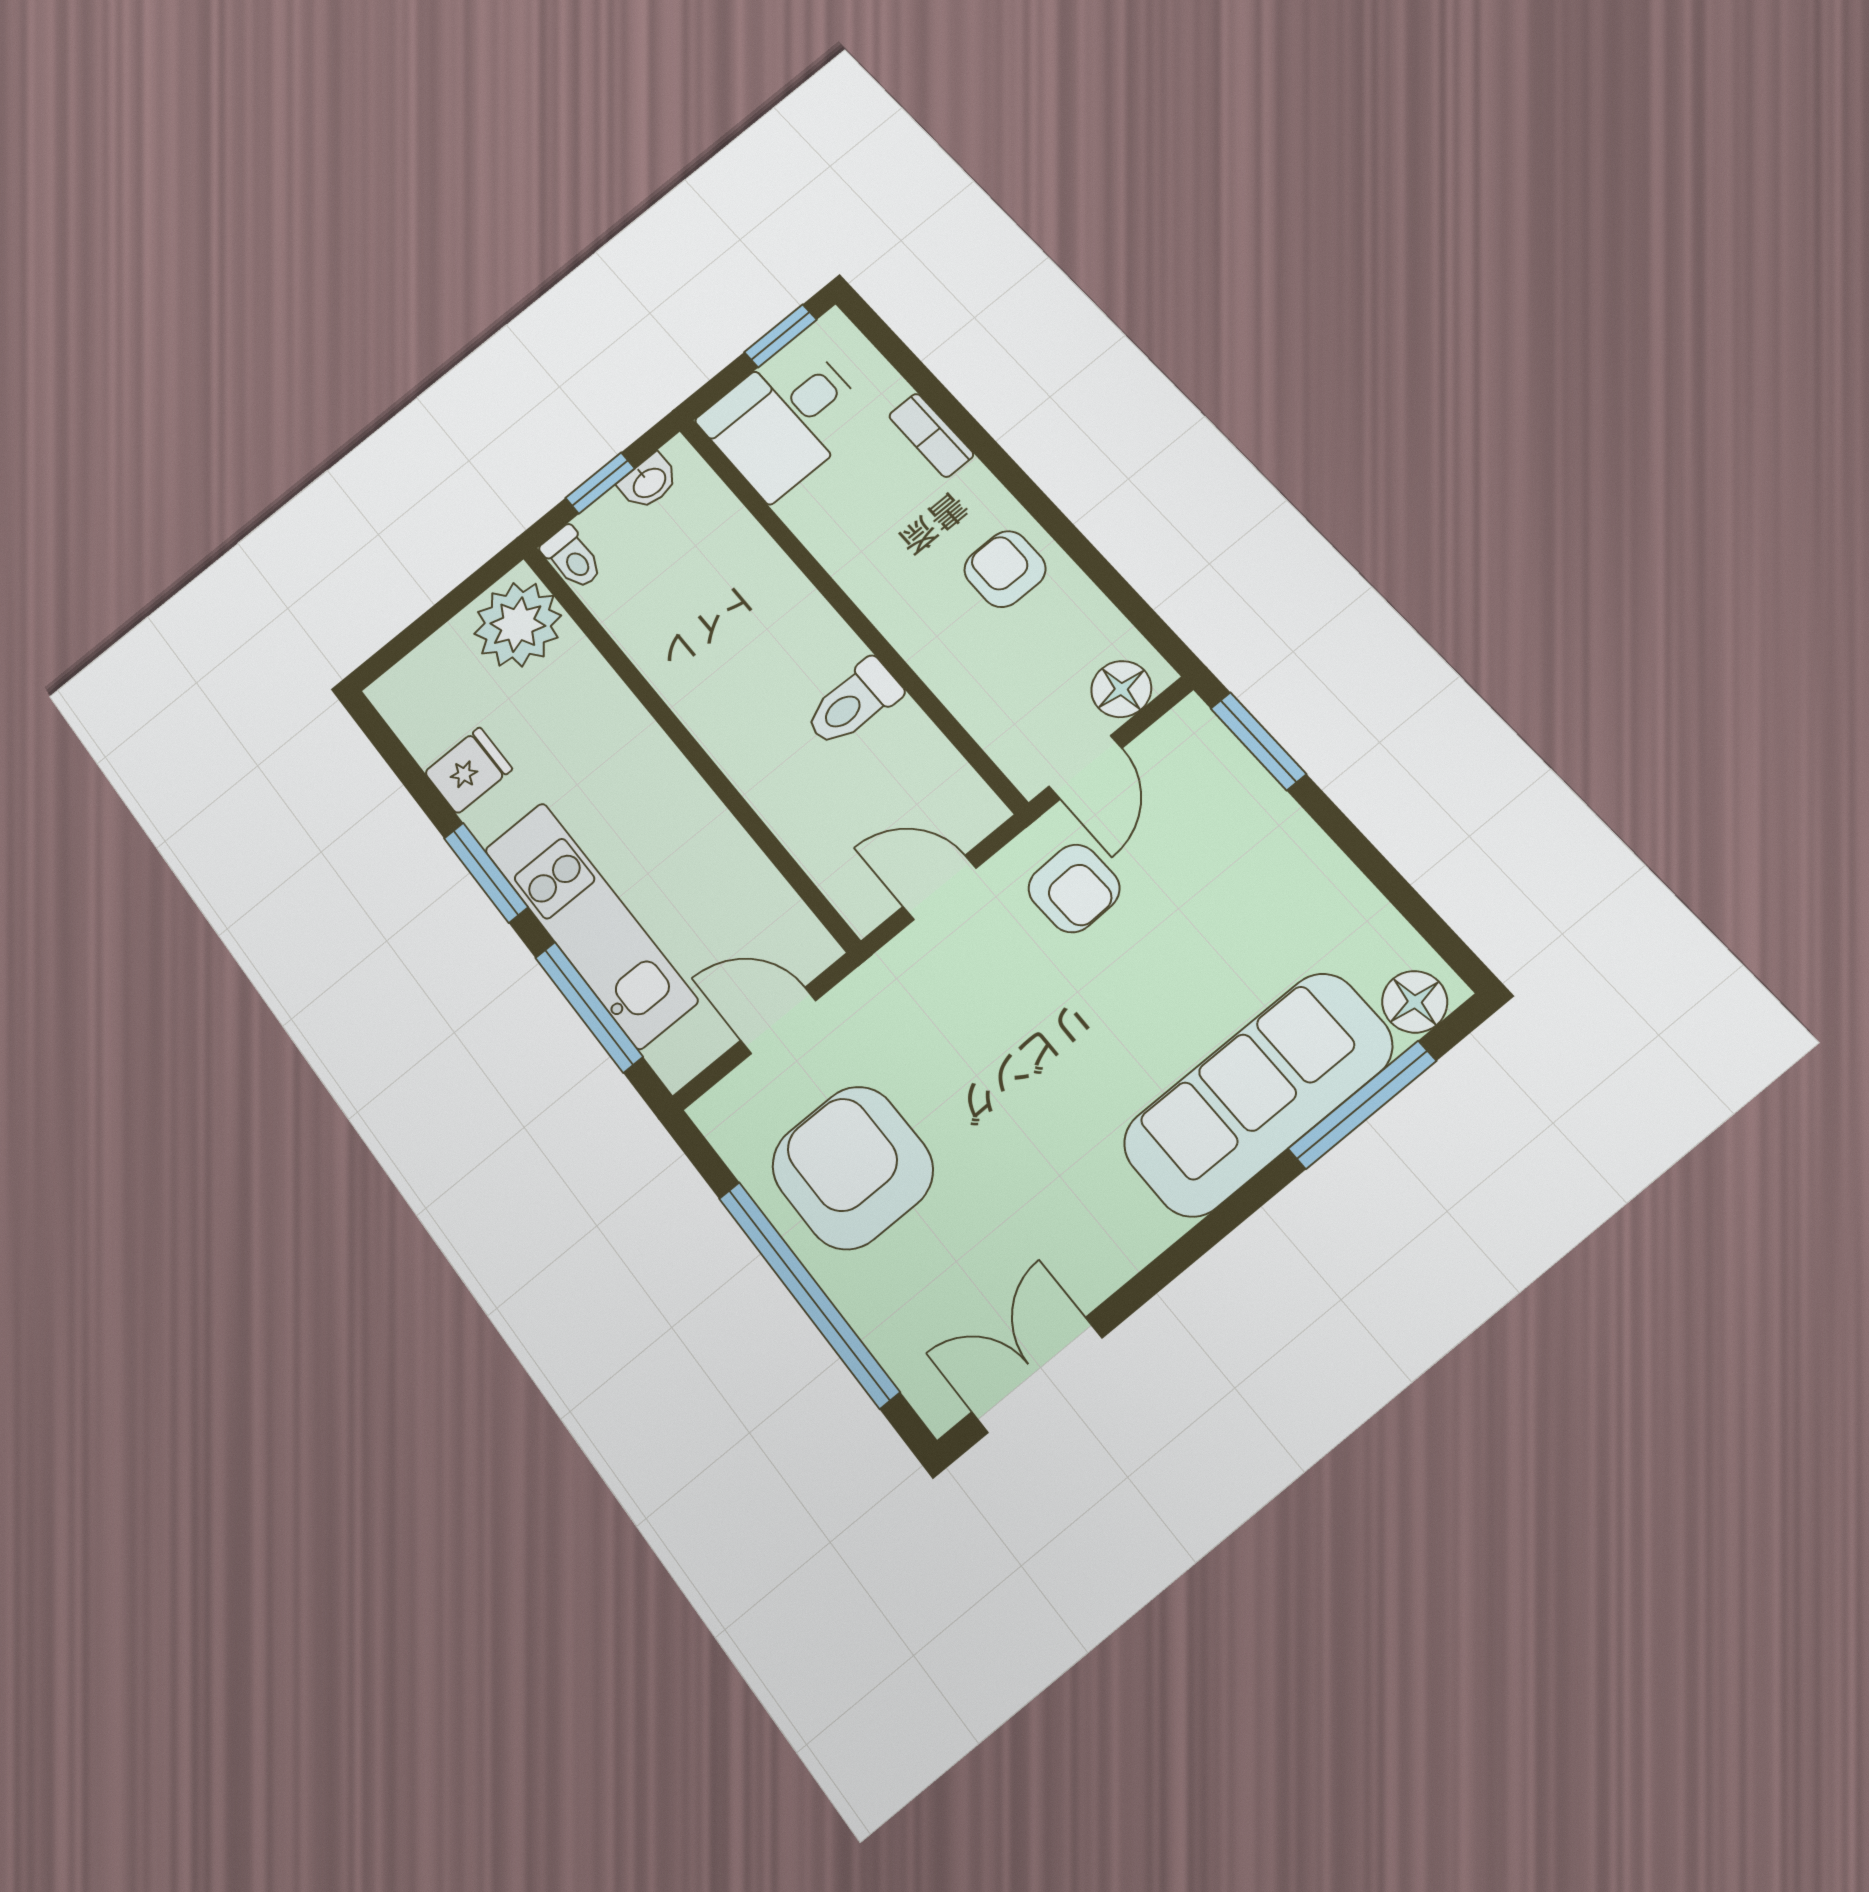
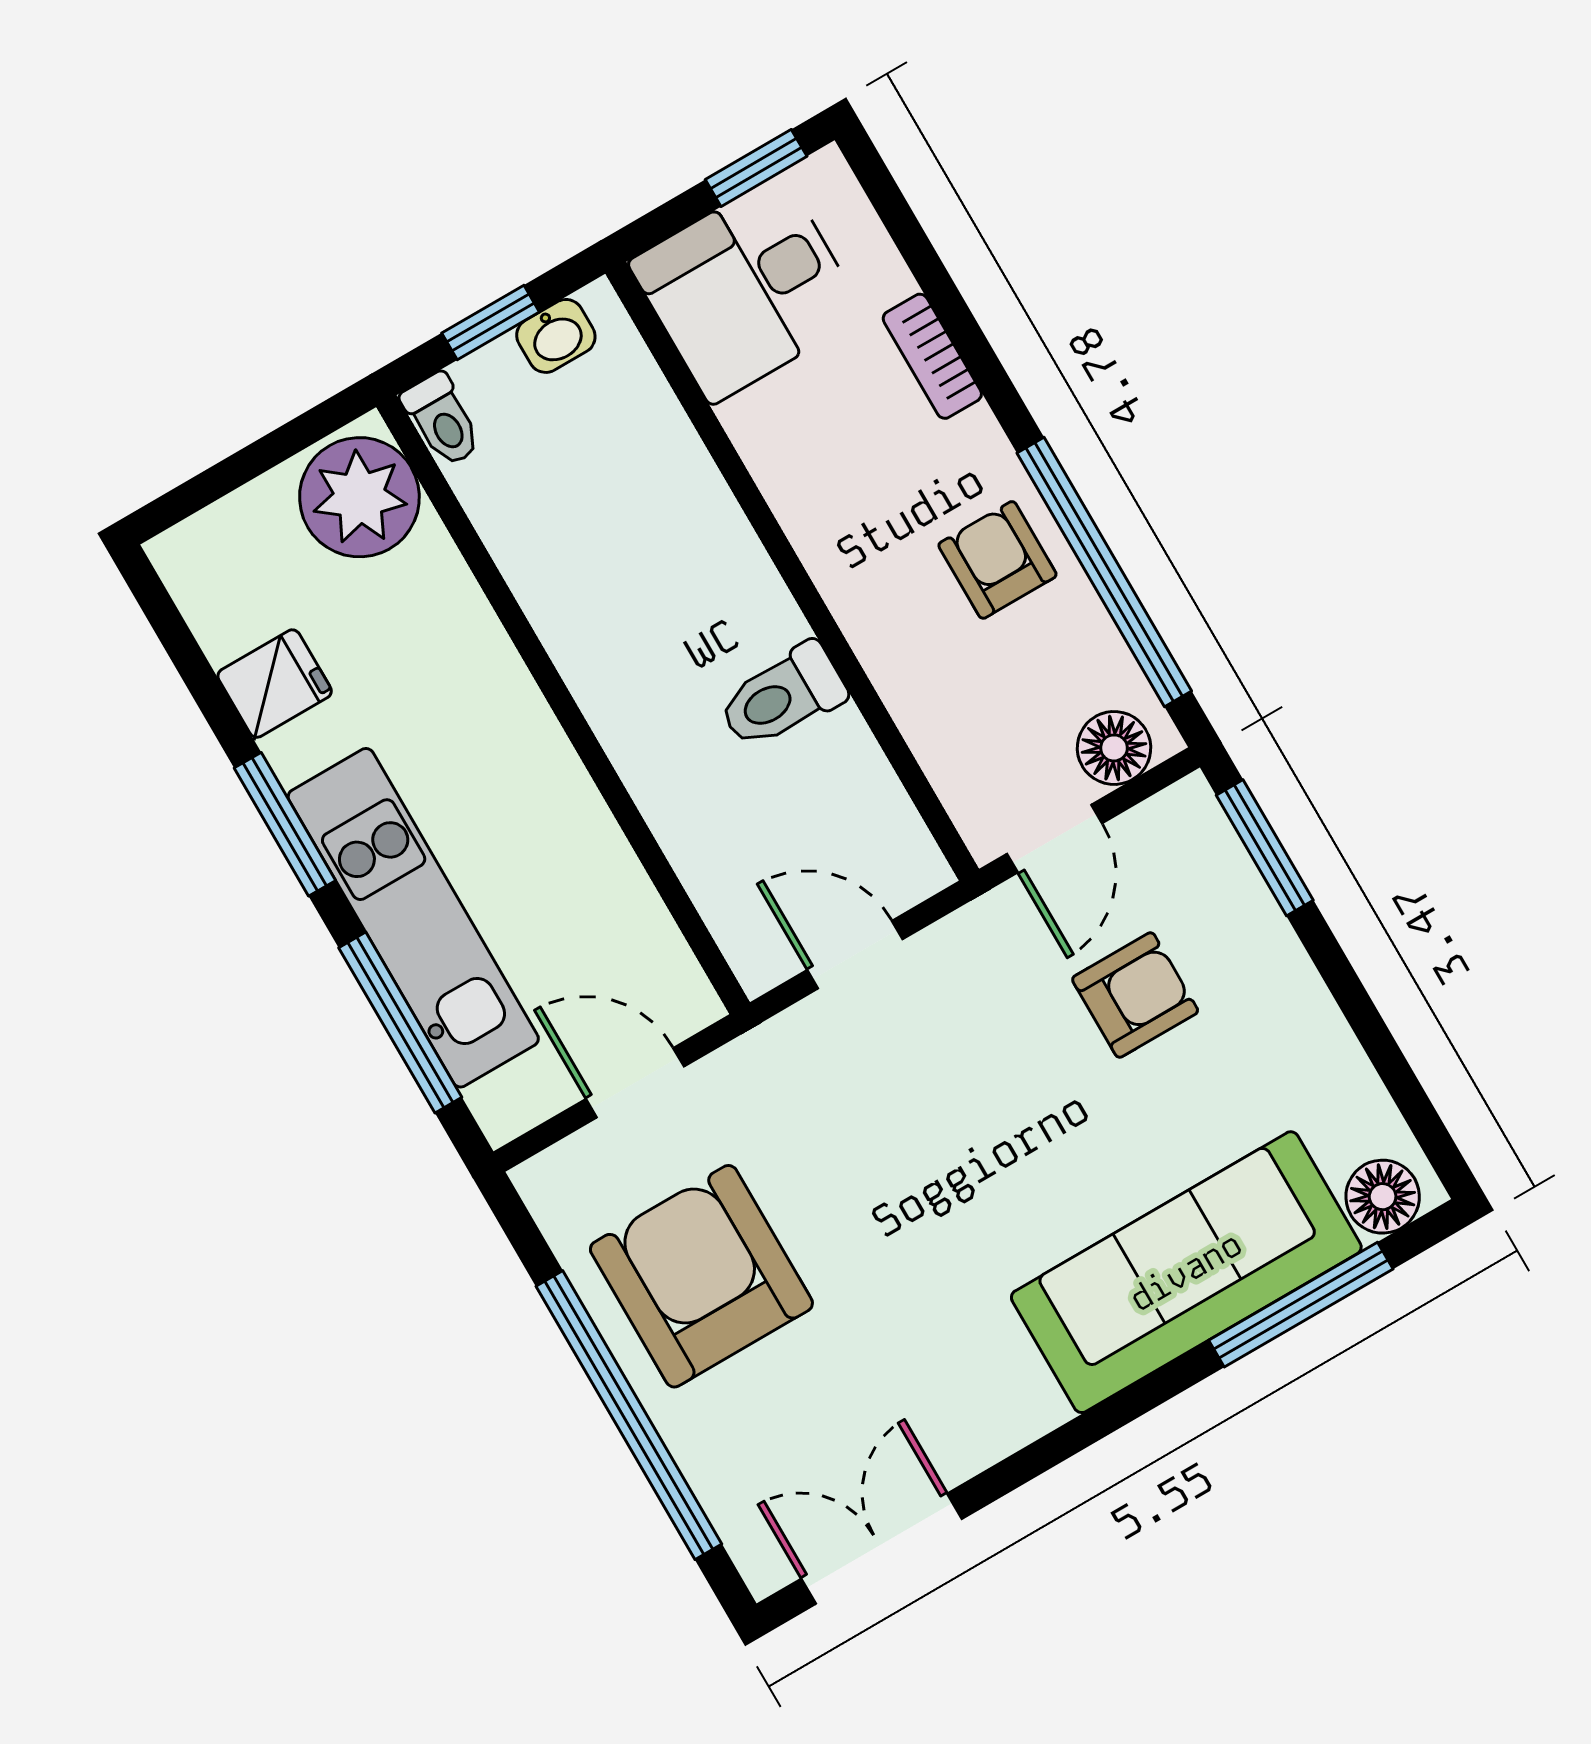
window: (1090, 560) -> (1104, 572), added
armchair: (1074, 888) -> (1135, 995), moved, turned -88

